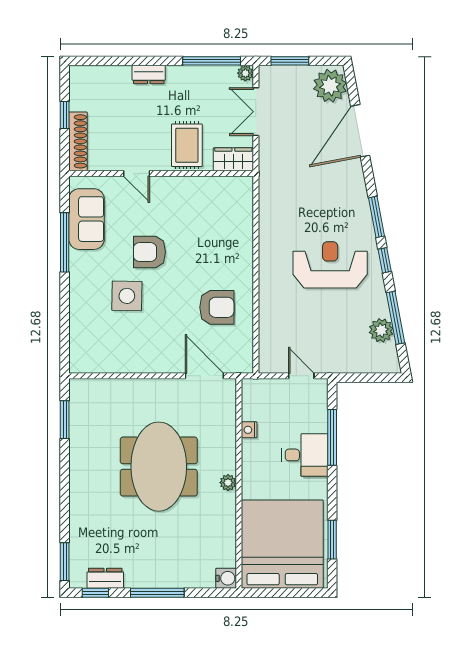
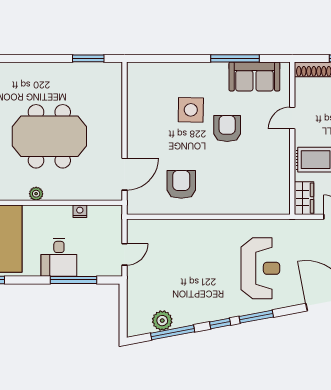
reception desk: (330, 265) -> (260, 268), moved
armchair: (217, 307) -> (181, 184), turned 180

